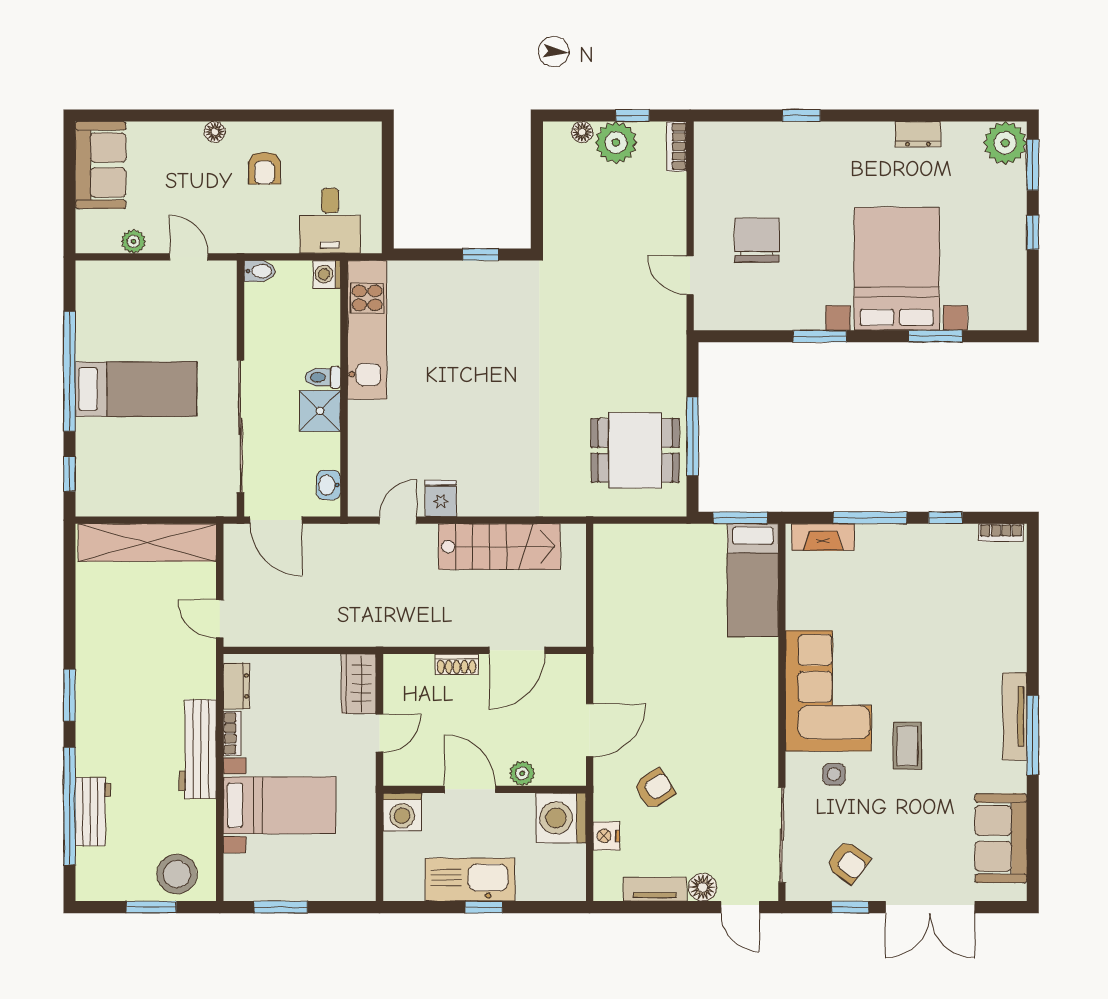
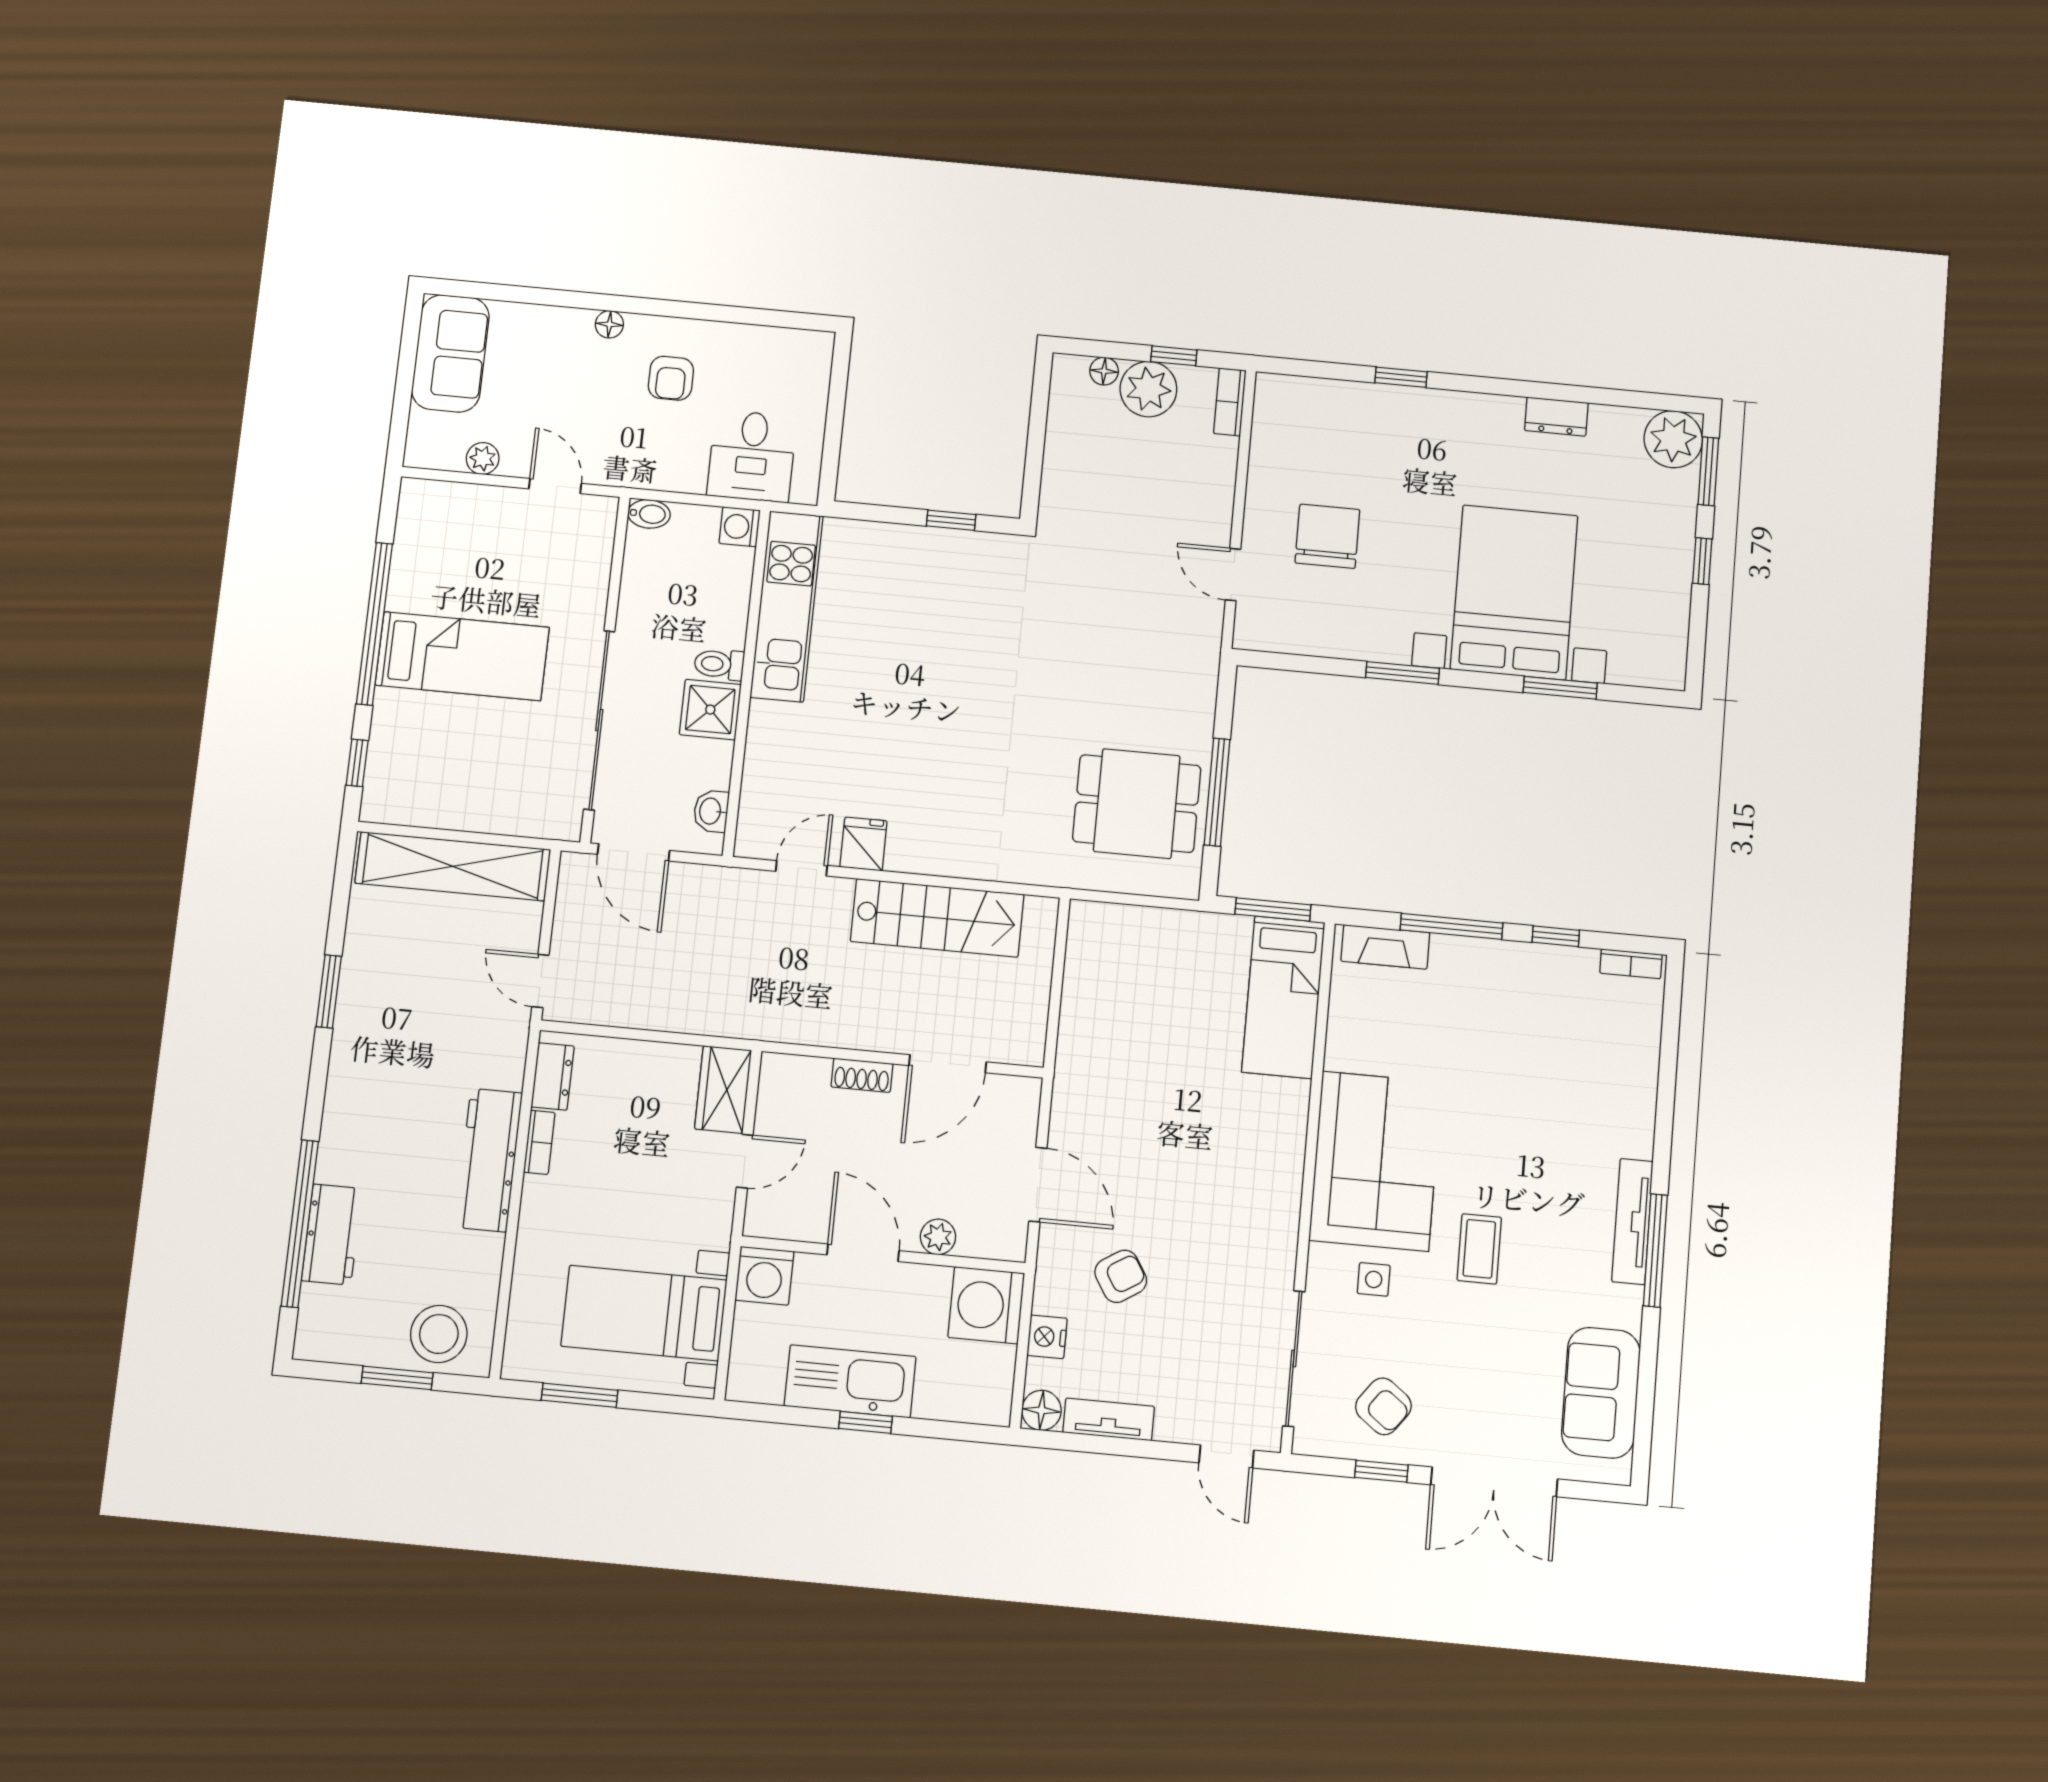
window: (69, 695) -> (329, 991), moved
door: (590, 730) -> (1038, 1185), hinge flipped
bed with nightstands: (280, 805) -> (644, 1313), moved, turned 180
floor lamp: (703, 887) -> (1041, 1410), moved

